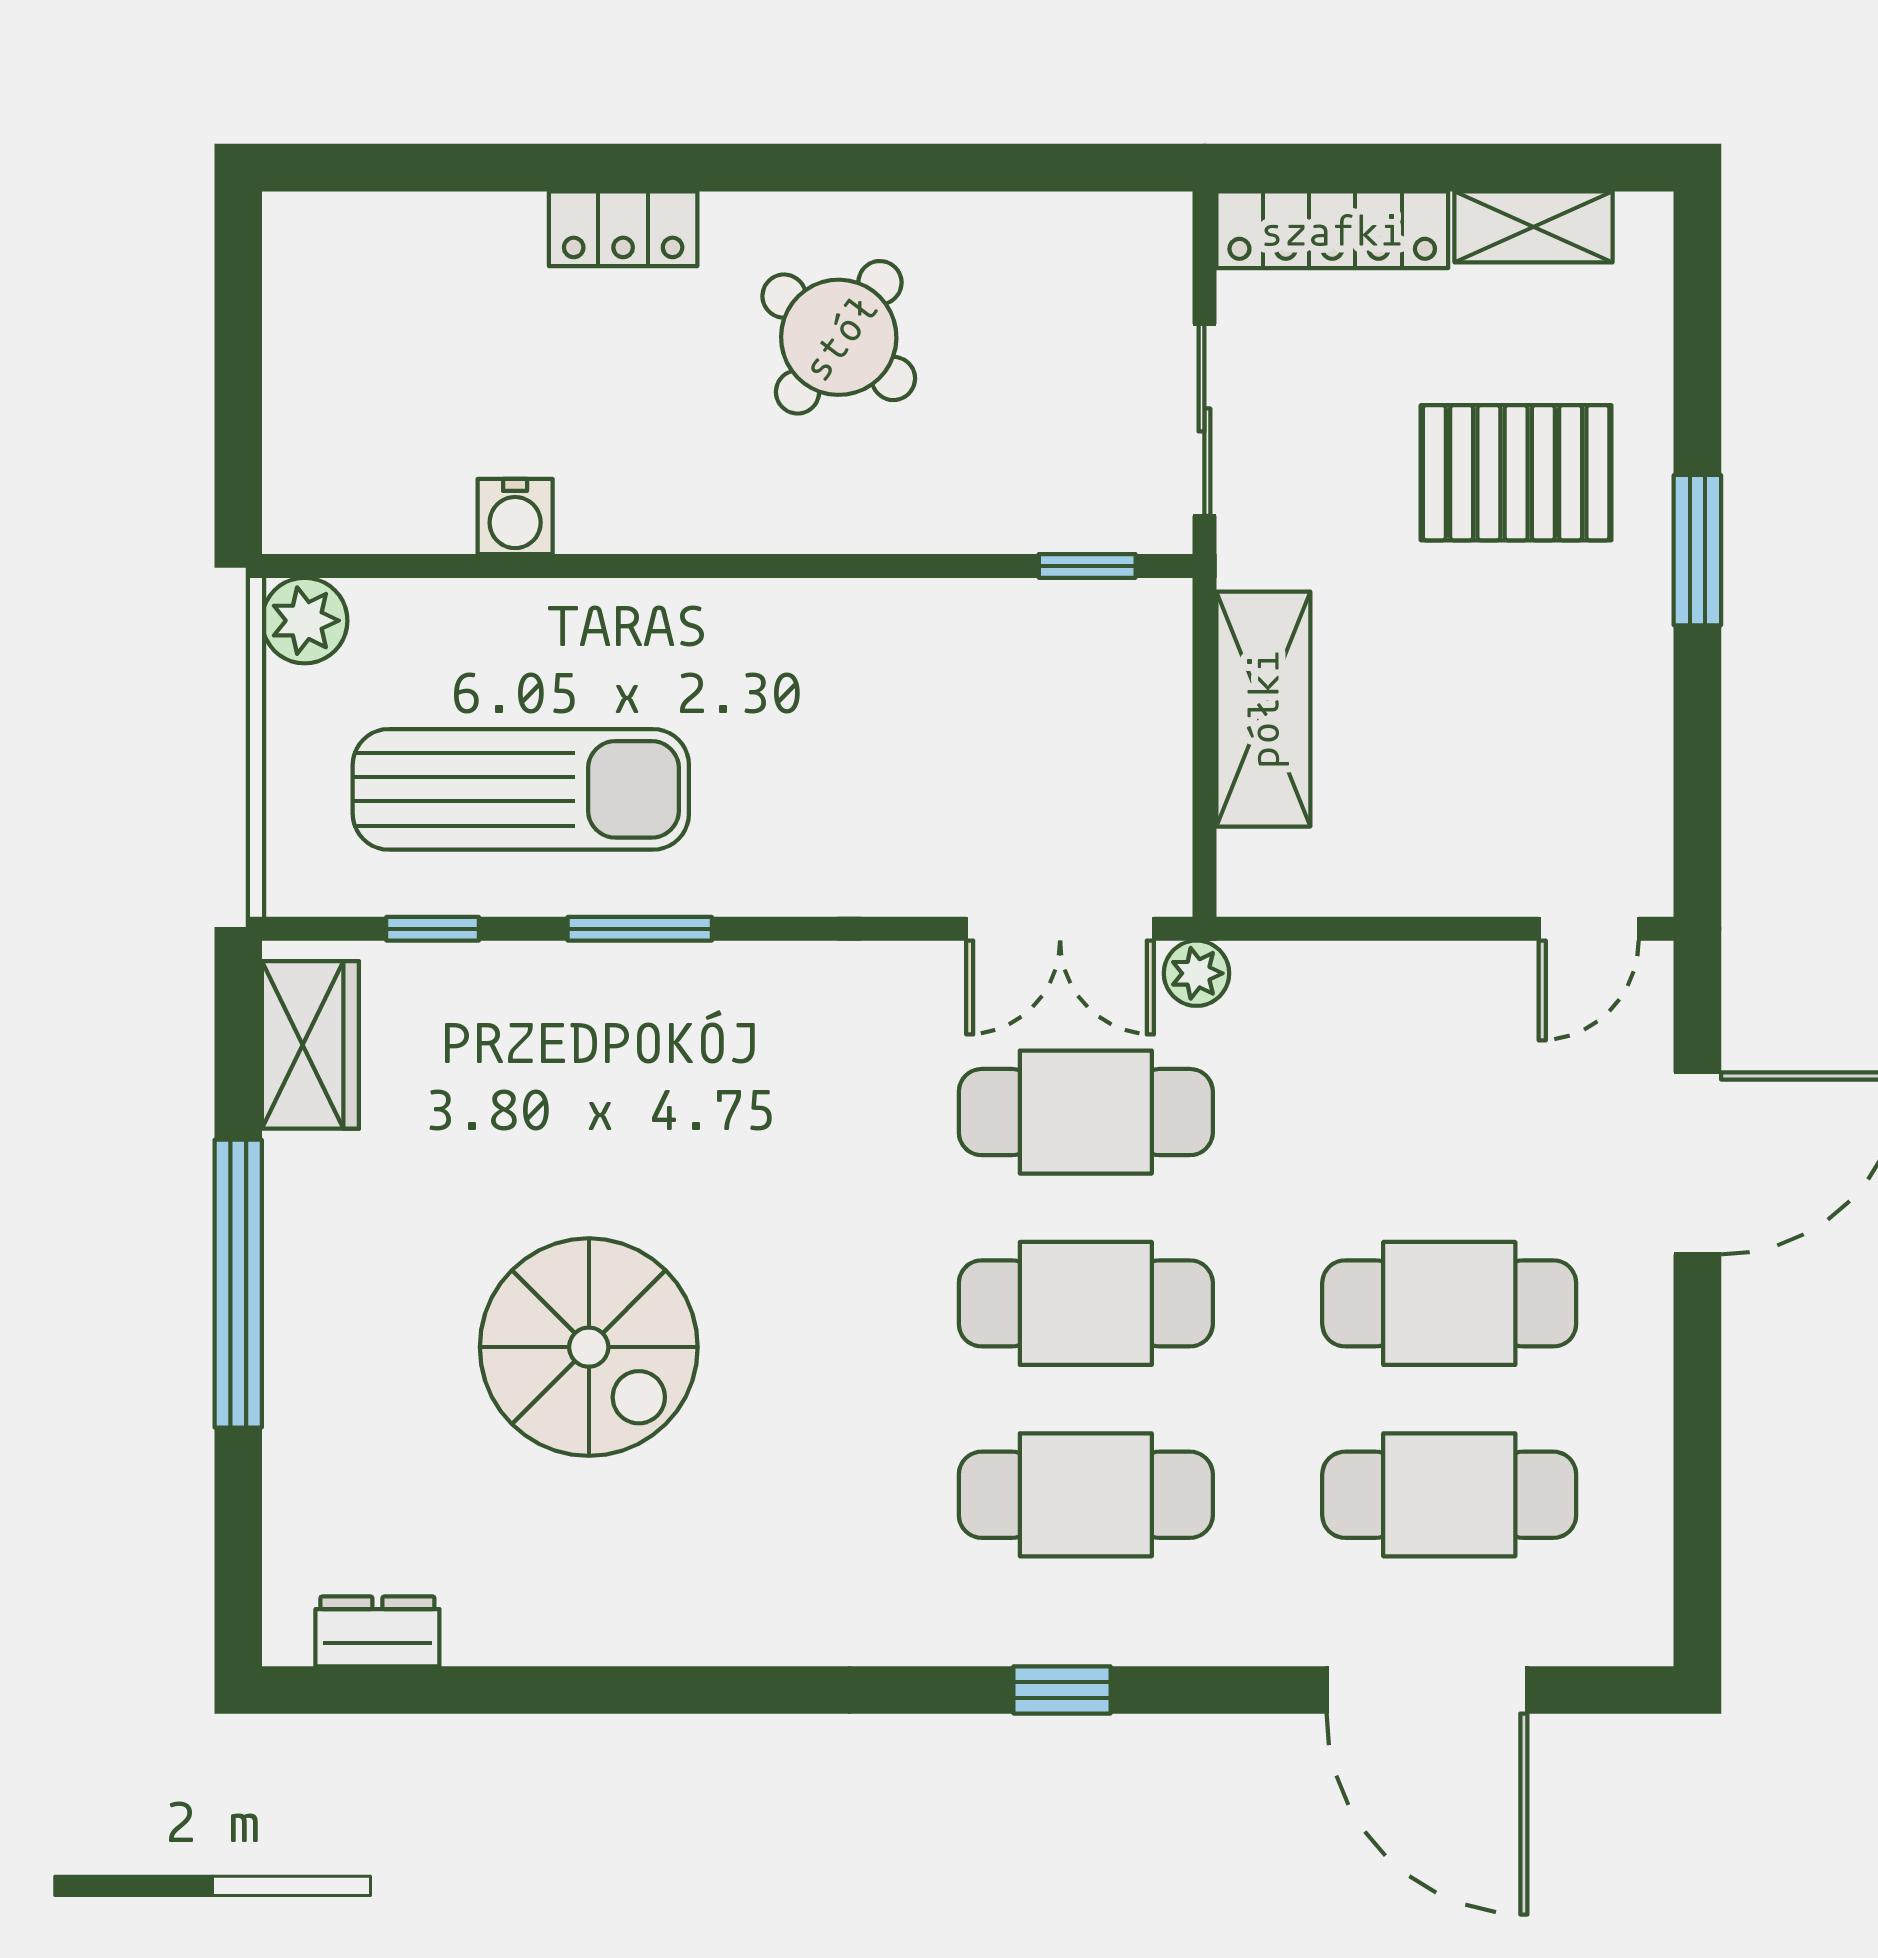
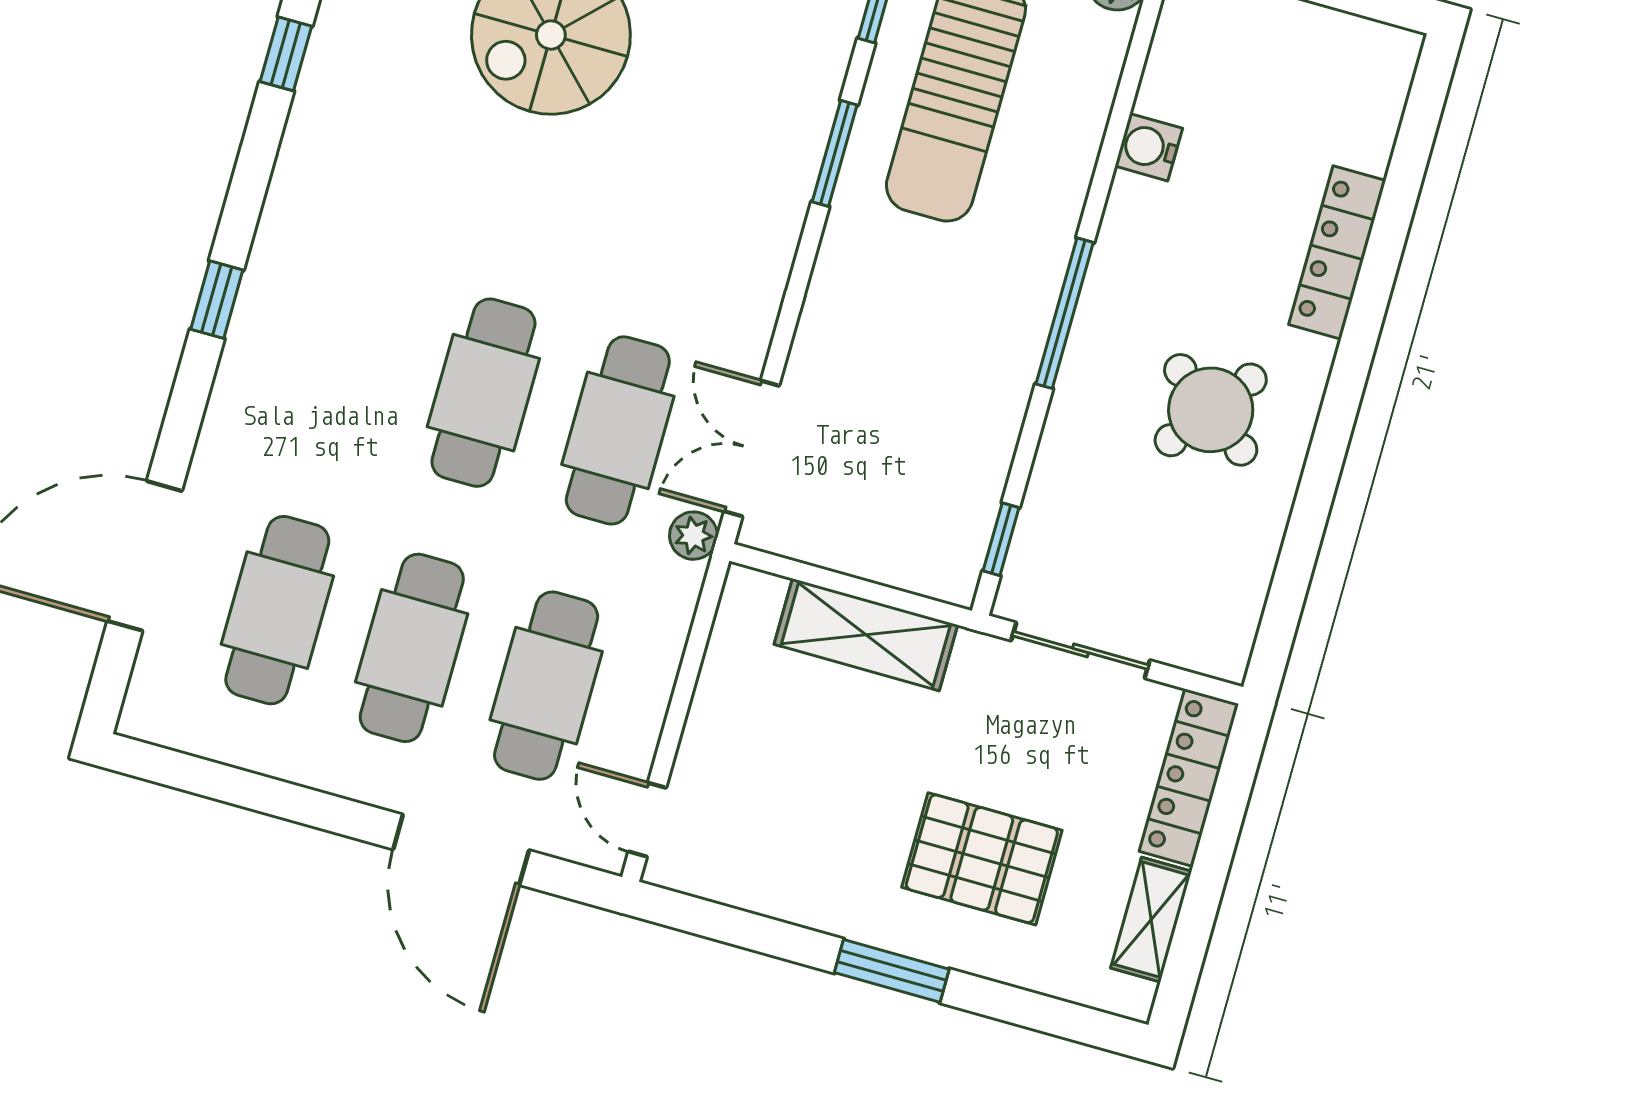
locker: (623, 229) -> (1337, 252), width x1.53
pallet: (1516, 473) -> (982, 859), turned 90
window: (765, 566) -> (1065, 313), added
cafe table: (1086, 1495) -> (546, 686), moved
window: (712, 1690) -> (286, 54), added

